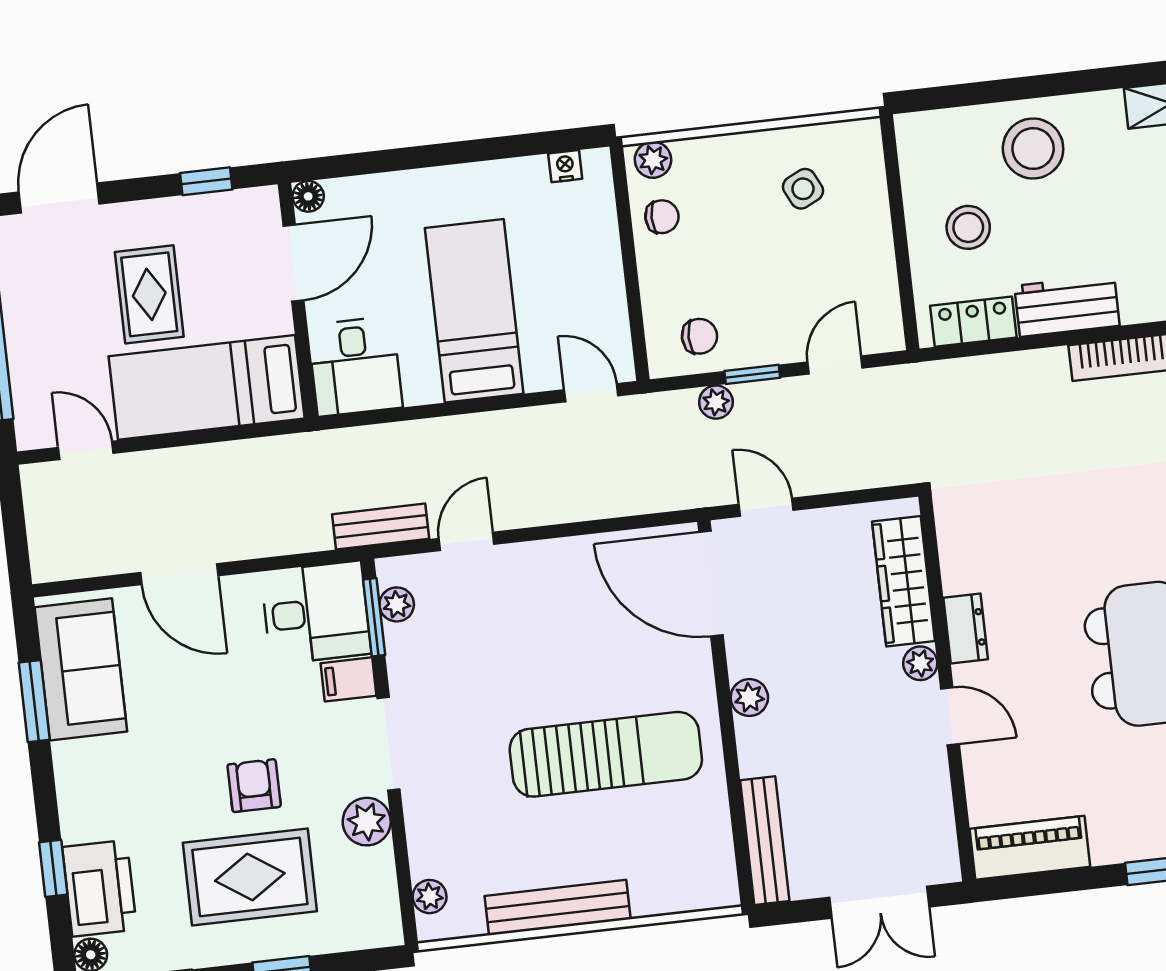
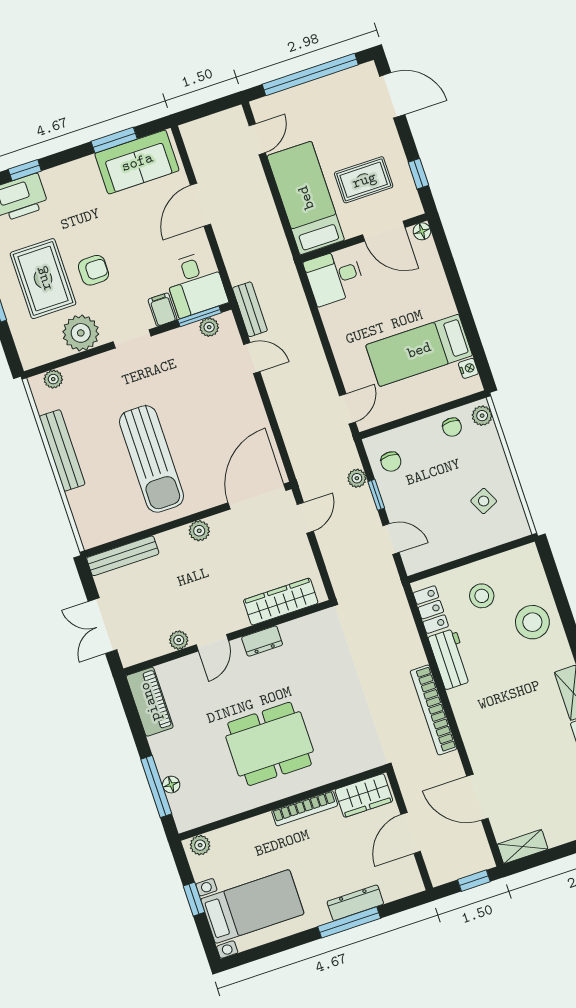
rug: (149, 294) -> (364, 180), moved
bed: (474, 311) -> (419, 350), moved, turned 180
plant: (920, 663) -> (179, 640), moved
doorway: (389, 744) -> (132, 339), width x0.73
plant: (367, 822) -> (81, 333), width x1.36, depth x1.36

